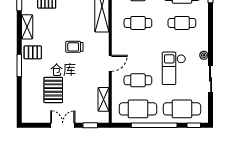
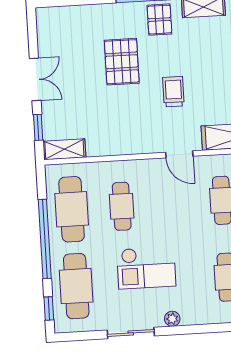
door: (110, 63) -> (179, 154), moved
checkout: (174, 68) -> (146, 268), turned 180
pallet: (53, 90) -> (122, 62), moved, turned 90
shelving: (104, 99) -> (64, 149), moved

